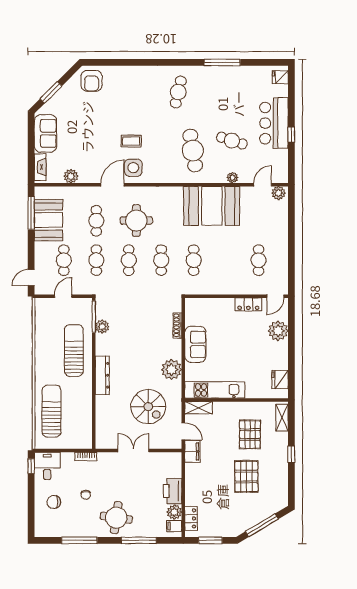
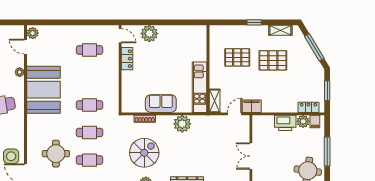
fridge: (280, 380) -> (191, 32), removed
spiral stairs: (148, 407) -> (144, 153), moved
shelving: (282, 418) -> (280, 30), moved

